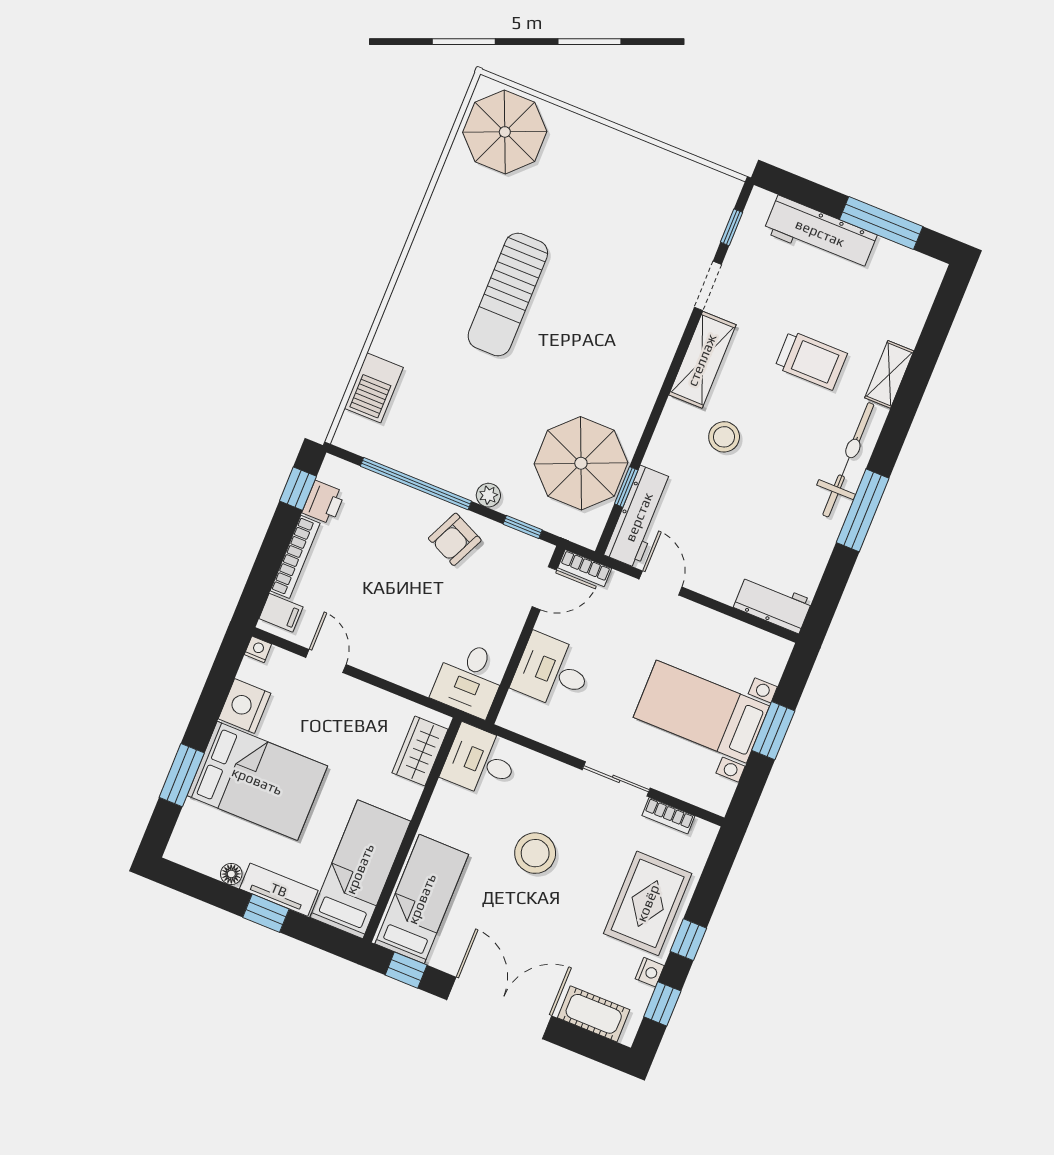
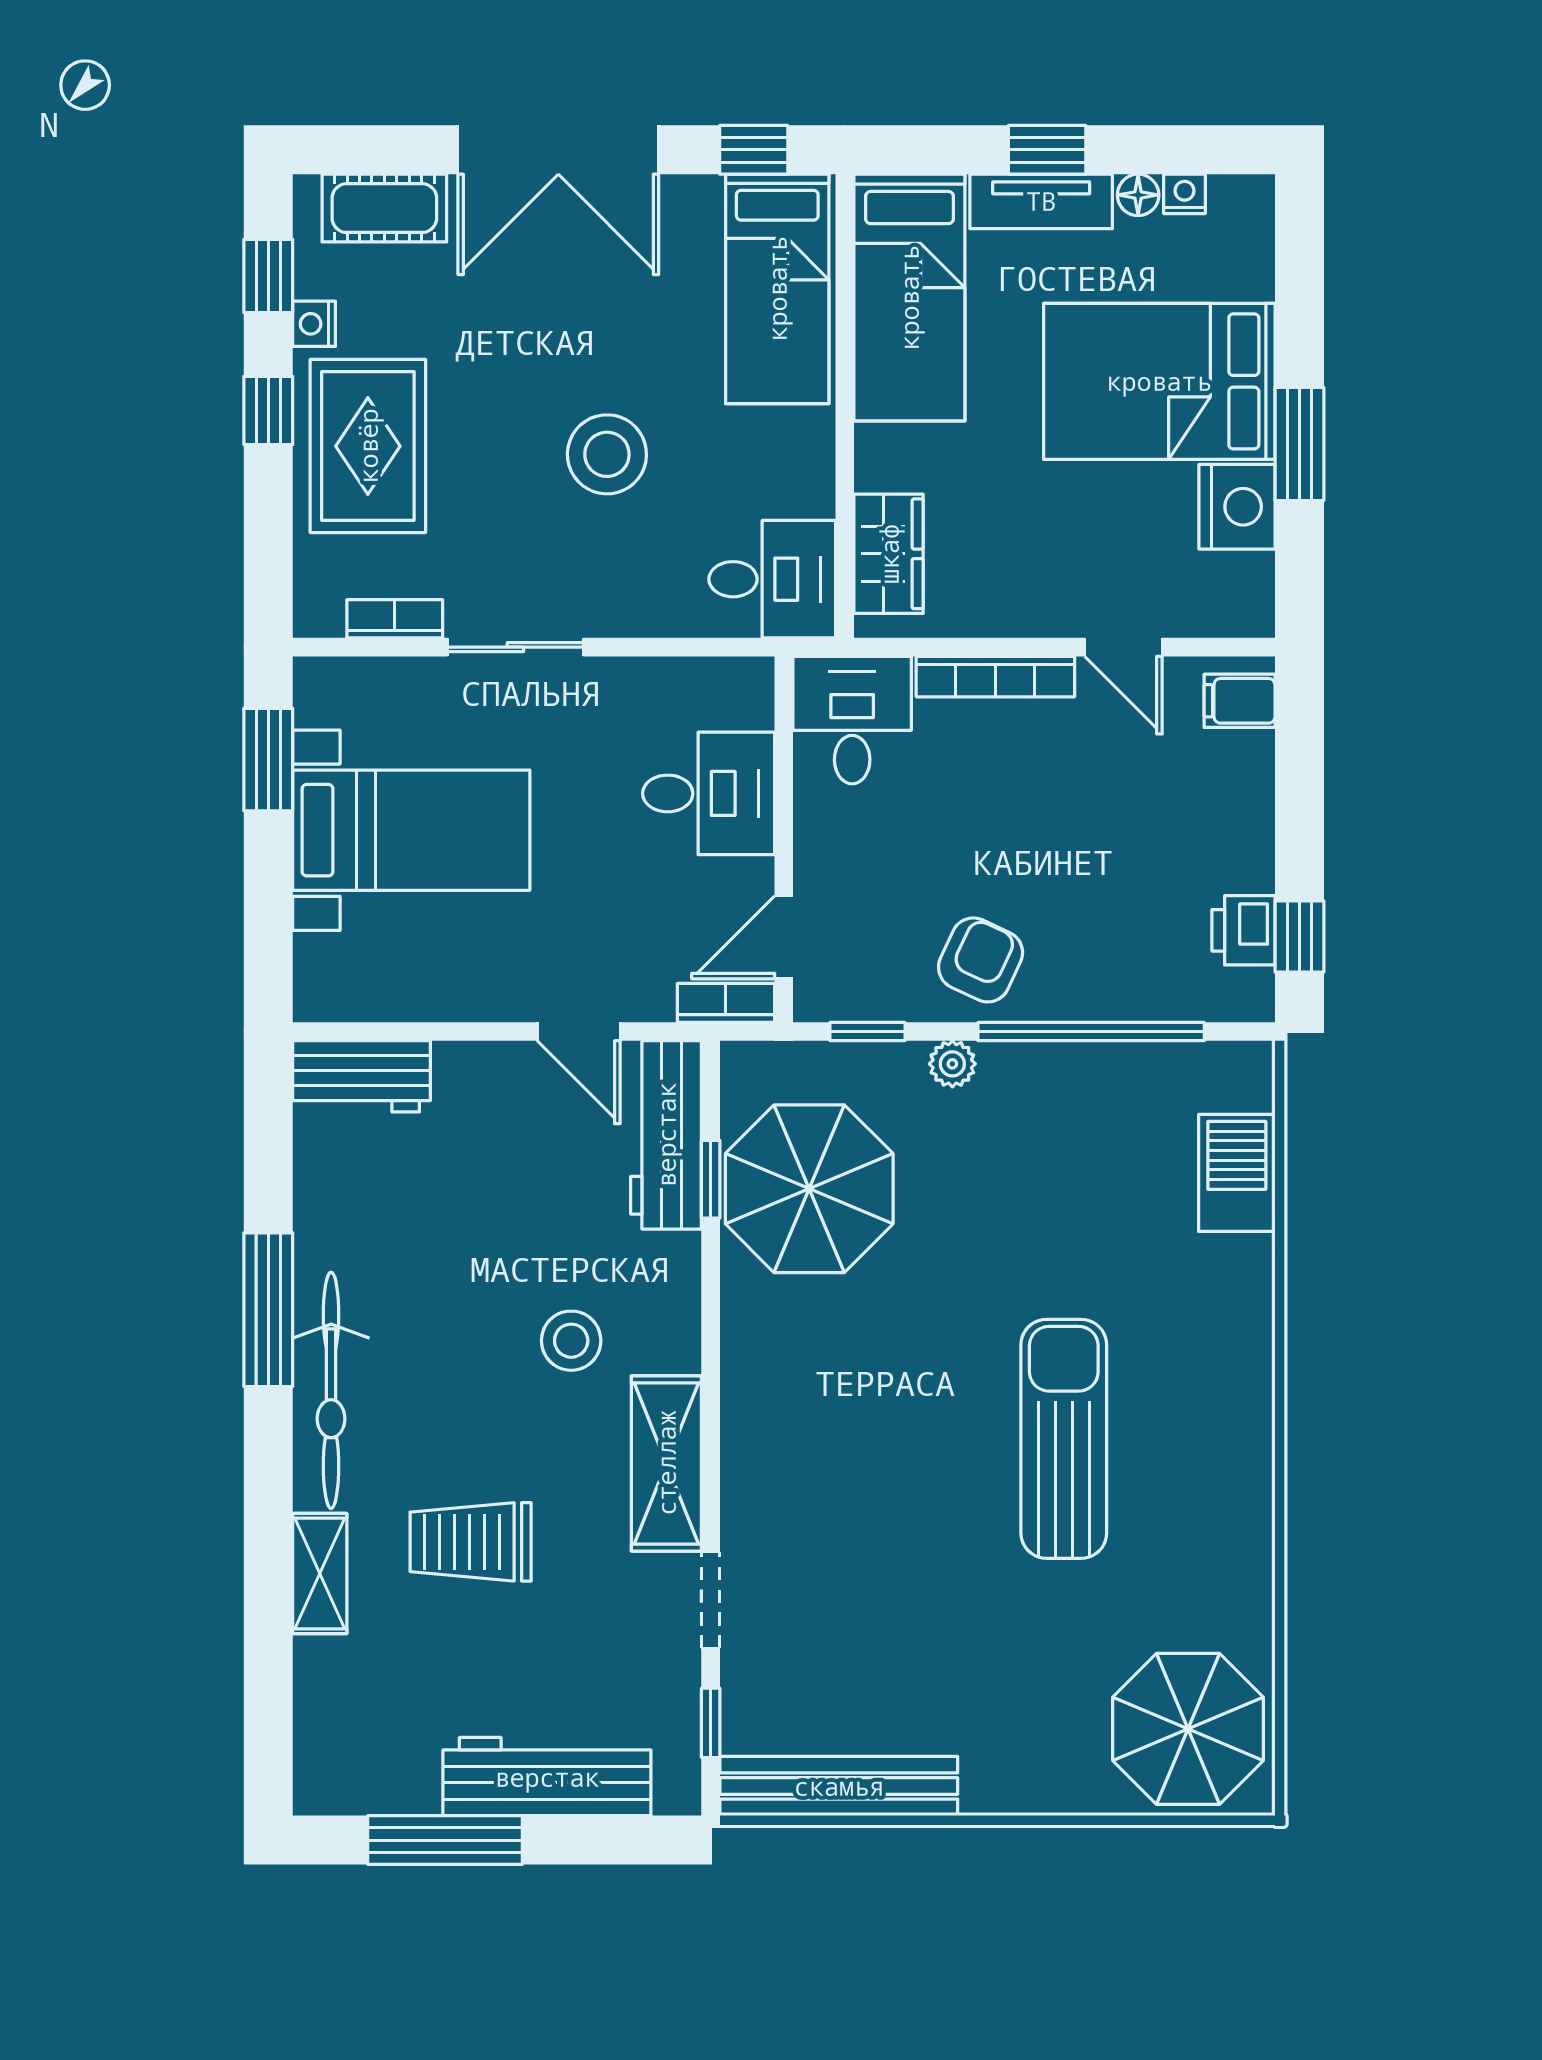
bench: (683, 172) -> (839, 1786), added
bookcase: (295, 557) -> (995, 677), moved, turned -90
nightstand: (258, 649) -> (1184, 194), moved, turned 180
window: (773, 731) -> (268, 760), moved
window: (182, 775) -> (1299, 444), moved

